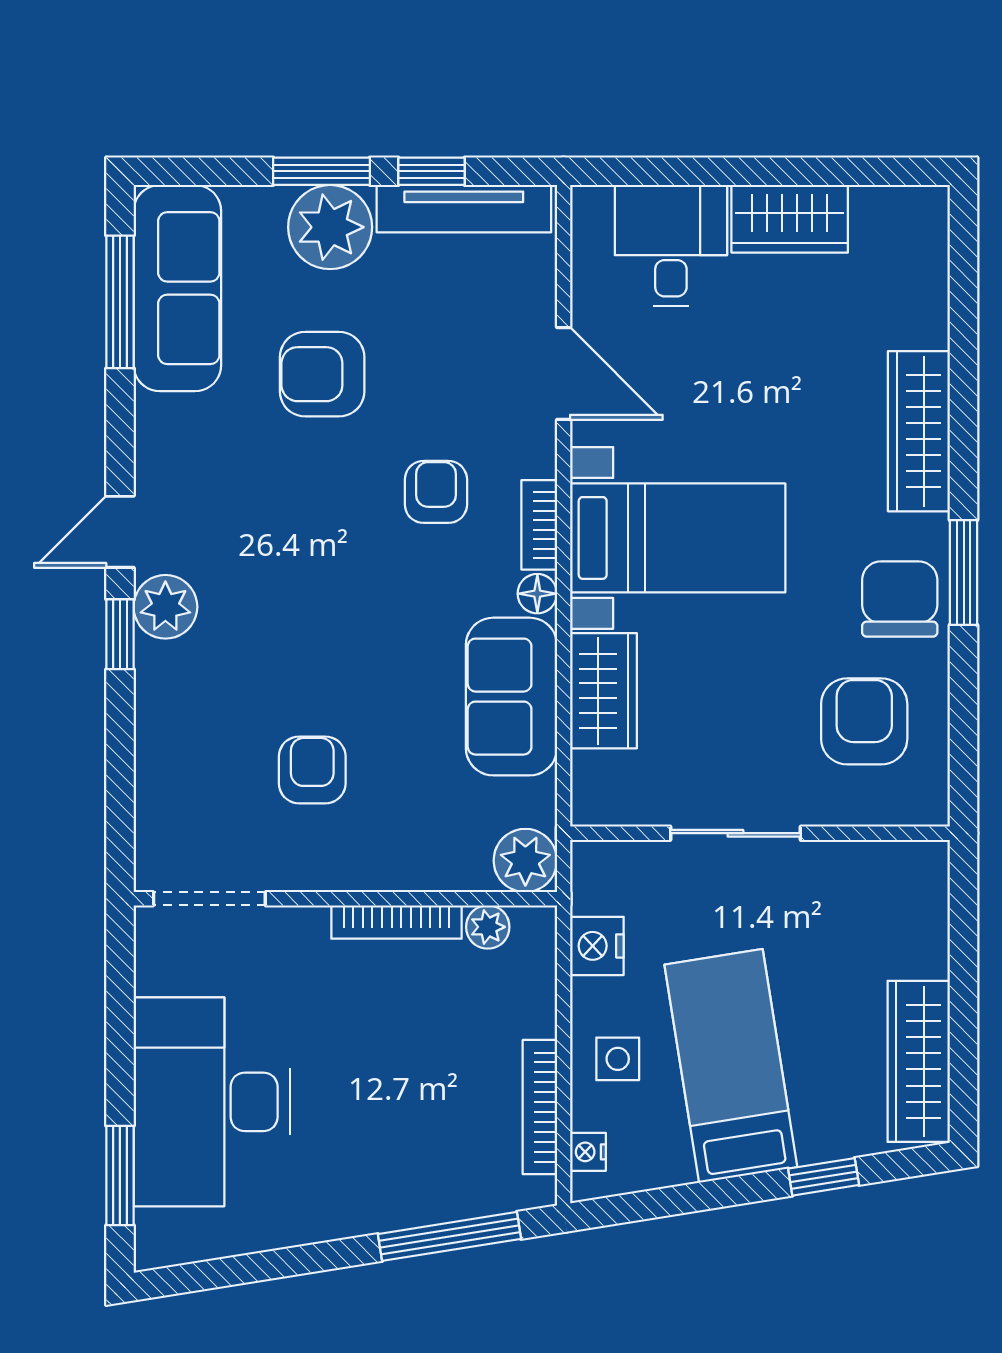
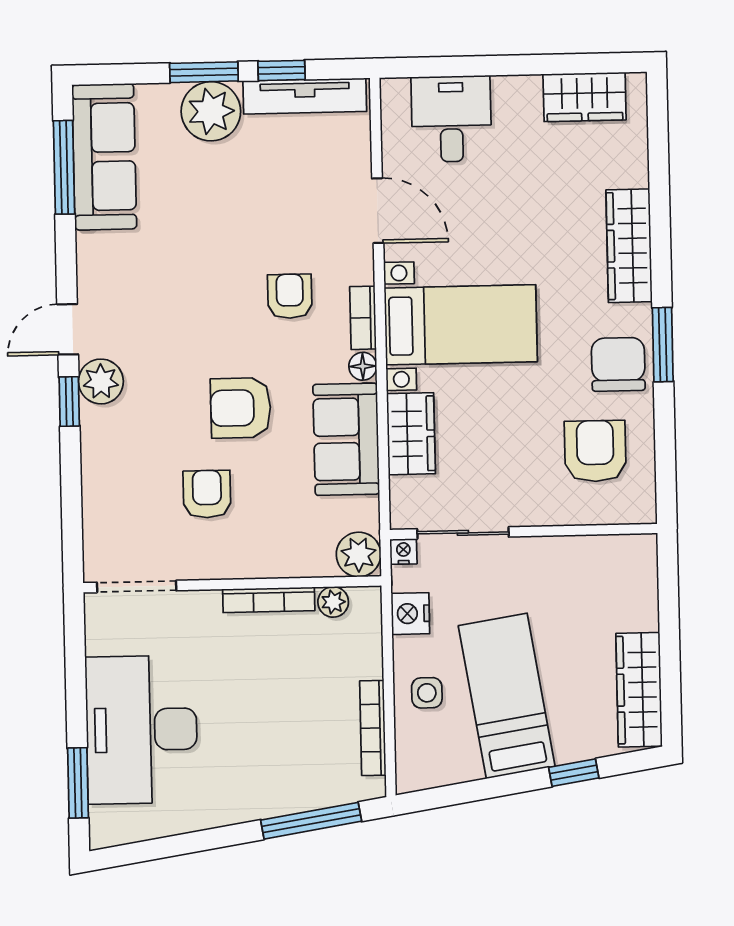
wardrobe: (790, 219) -> (585, 97), moved
armchair: (322, 374) -> (241, 408), moved
sliding door: (735, 833) -> (463, 533), moved
nightstand: (588, 1152) -> (403, 551), moved, turned 90

